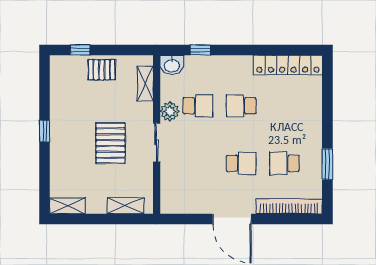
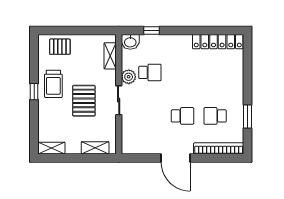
window: (80, 50) -> (61, 30), removed
pallet: (102, 70) -> (60, 47), moved
school desk: (241, 106) -> (182, 72), removed
trolley: (70, 121) -> (53, 84), added

